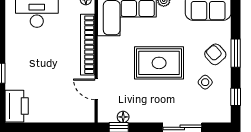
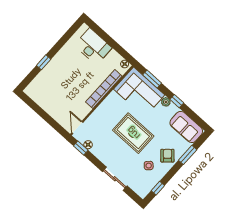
window: (236, 53) -> (188, 155), moved
door: (96, 89) -> (77, 127), moved
printer: (17, 106) -> (36, 88), removed

